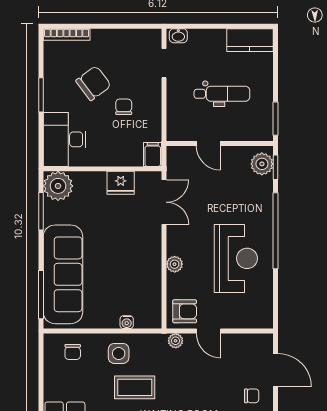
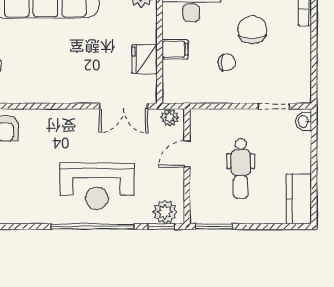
chair: (93, 83) -> (252, 30), turned -143
filing cabinet: (153, 154) -> (175, 49), moved
reception desk: (236, 258) -> (97, 186), moved
plant: (175, 264) -> (170, 117), moved

